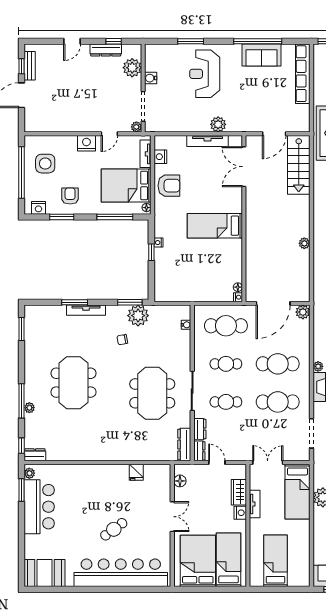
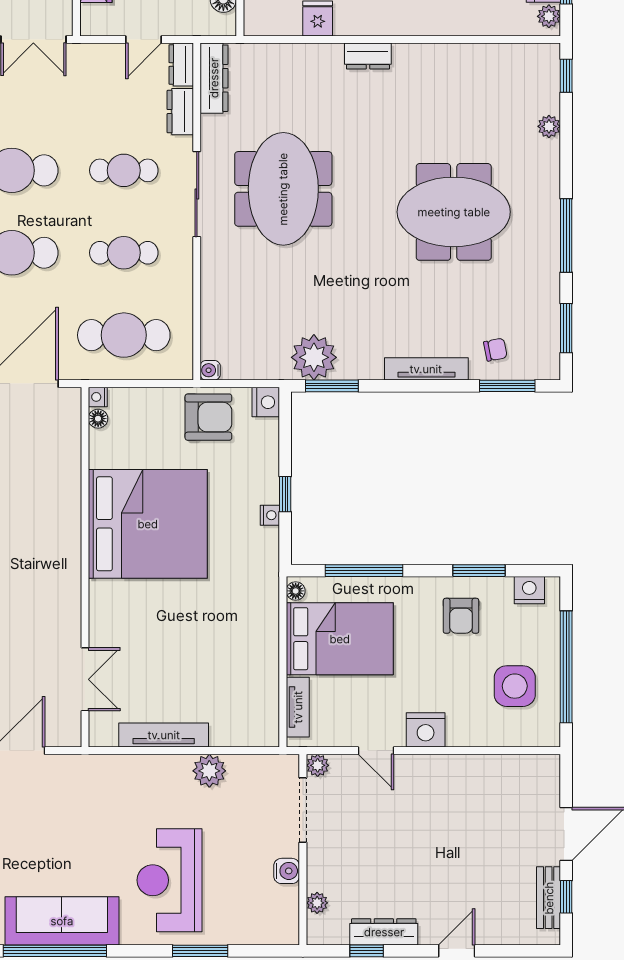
sofa: (261, 55) -> (62, 921), width x1.36
plant: (132, 68) -> (317, 903), width x0.53, depth x0.53
reception desk: (205, 74) -> (170, 880), turned 180
plant: (218, 124) -> (209, 771), moved
door: (109, 134) -> (376, 751), swing flipped
nightstand: (160, 157) -> (266, 402), moved
double door: (244, 167) -> (85, 679), width x0.73
armchair: (169, 186) -> (208, 417), moved, turned 180
bed: (215, 226) -> (148, 524), width x2.04
window: (75, 302) -> (507, 386), moved
water cooler: (186, 325) -> (210, 370), moved
chair: (122, 340) -> (495, 350), moved
meeting table: (73, 383) -> (454, 212), turned 90
window: (21, 401) -> (566, 235), moved
plant: (29, 408) -> (549, 126), moved
dresser: (35, 455) -> (368, 56), moved
door: (217, 462) -> (143, 40), hinge flipped

